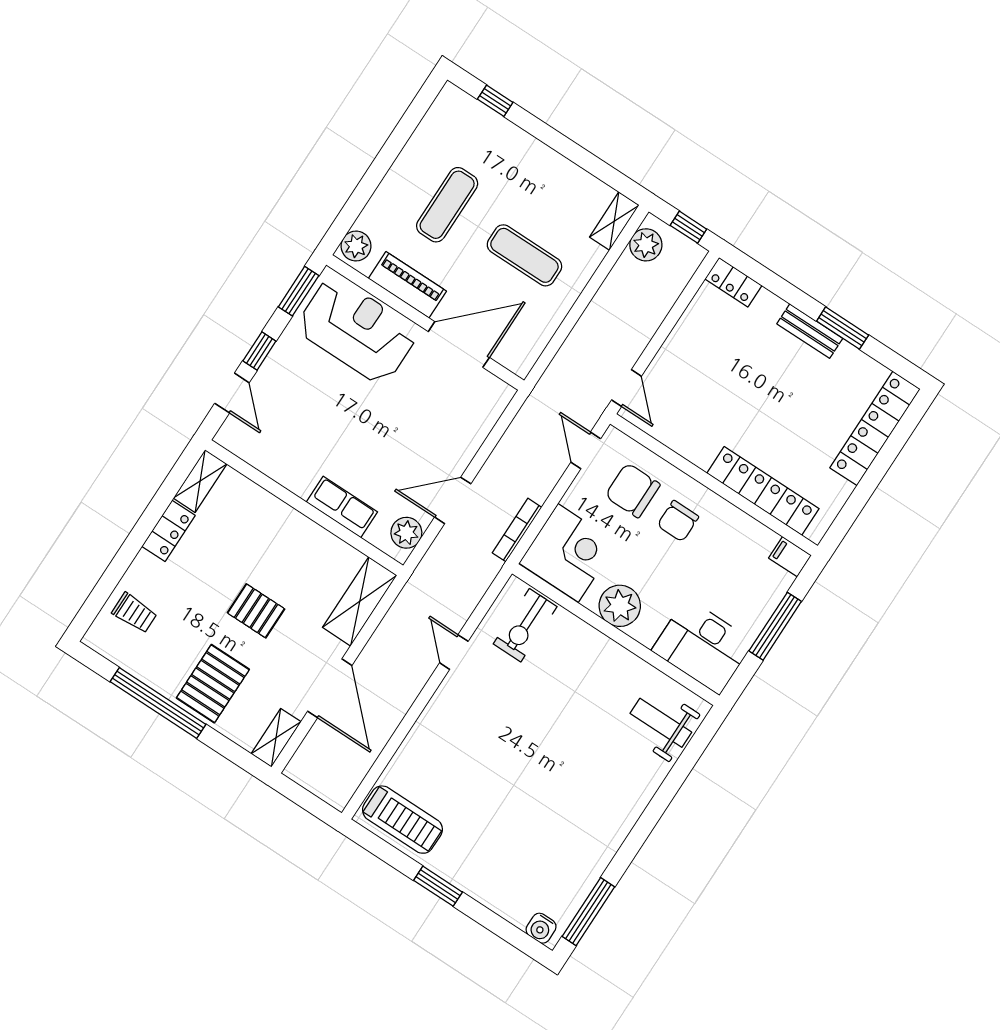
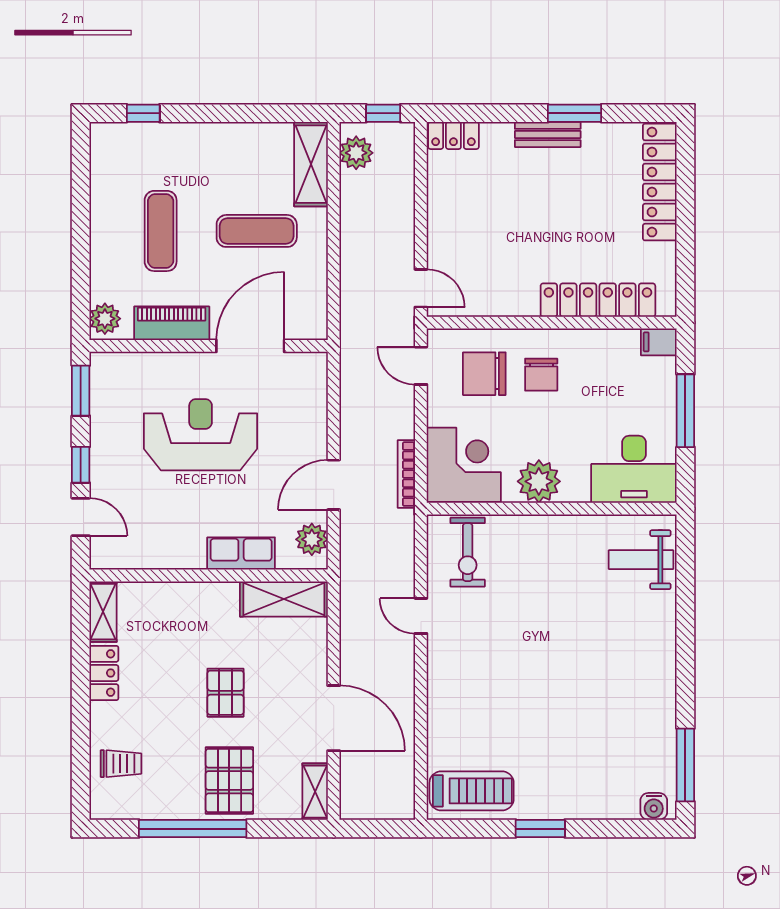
shelving: (614, 221) -> (311, 164), width x1.50, depth x1.33
reception desk: (357, 330) -> (201, 435), moved
shelving: (360, 601) -> (284, 599), moved, turned 90
pallet: (256, 611) -> (225, 693), turned 90

